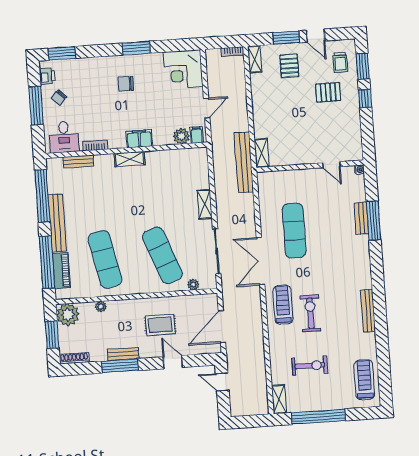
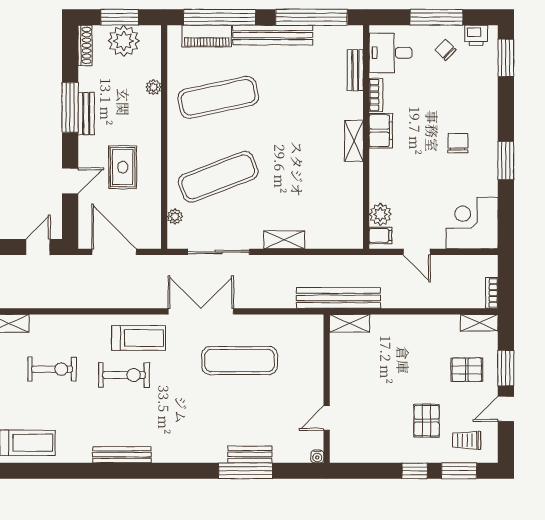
filing cabinet: (139, 139) -> (381, 131), moved
plant: (68, 315) -> (124, 41), moved
exercise bike: (310, 366) -> (52, 369), turned -90

